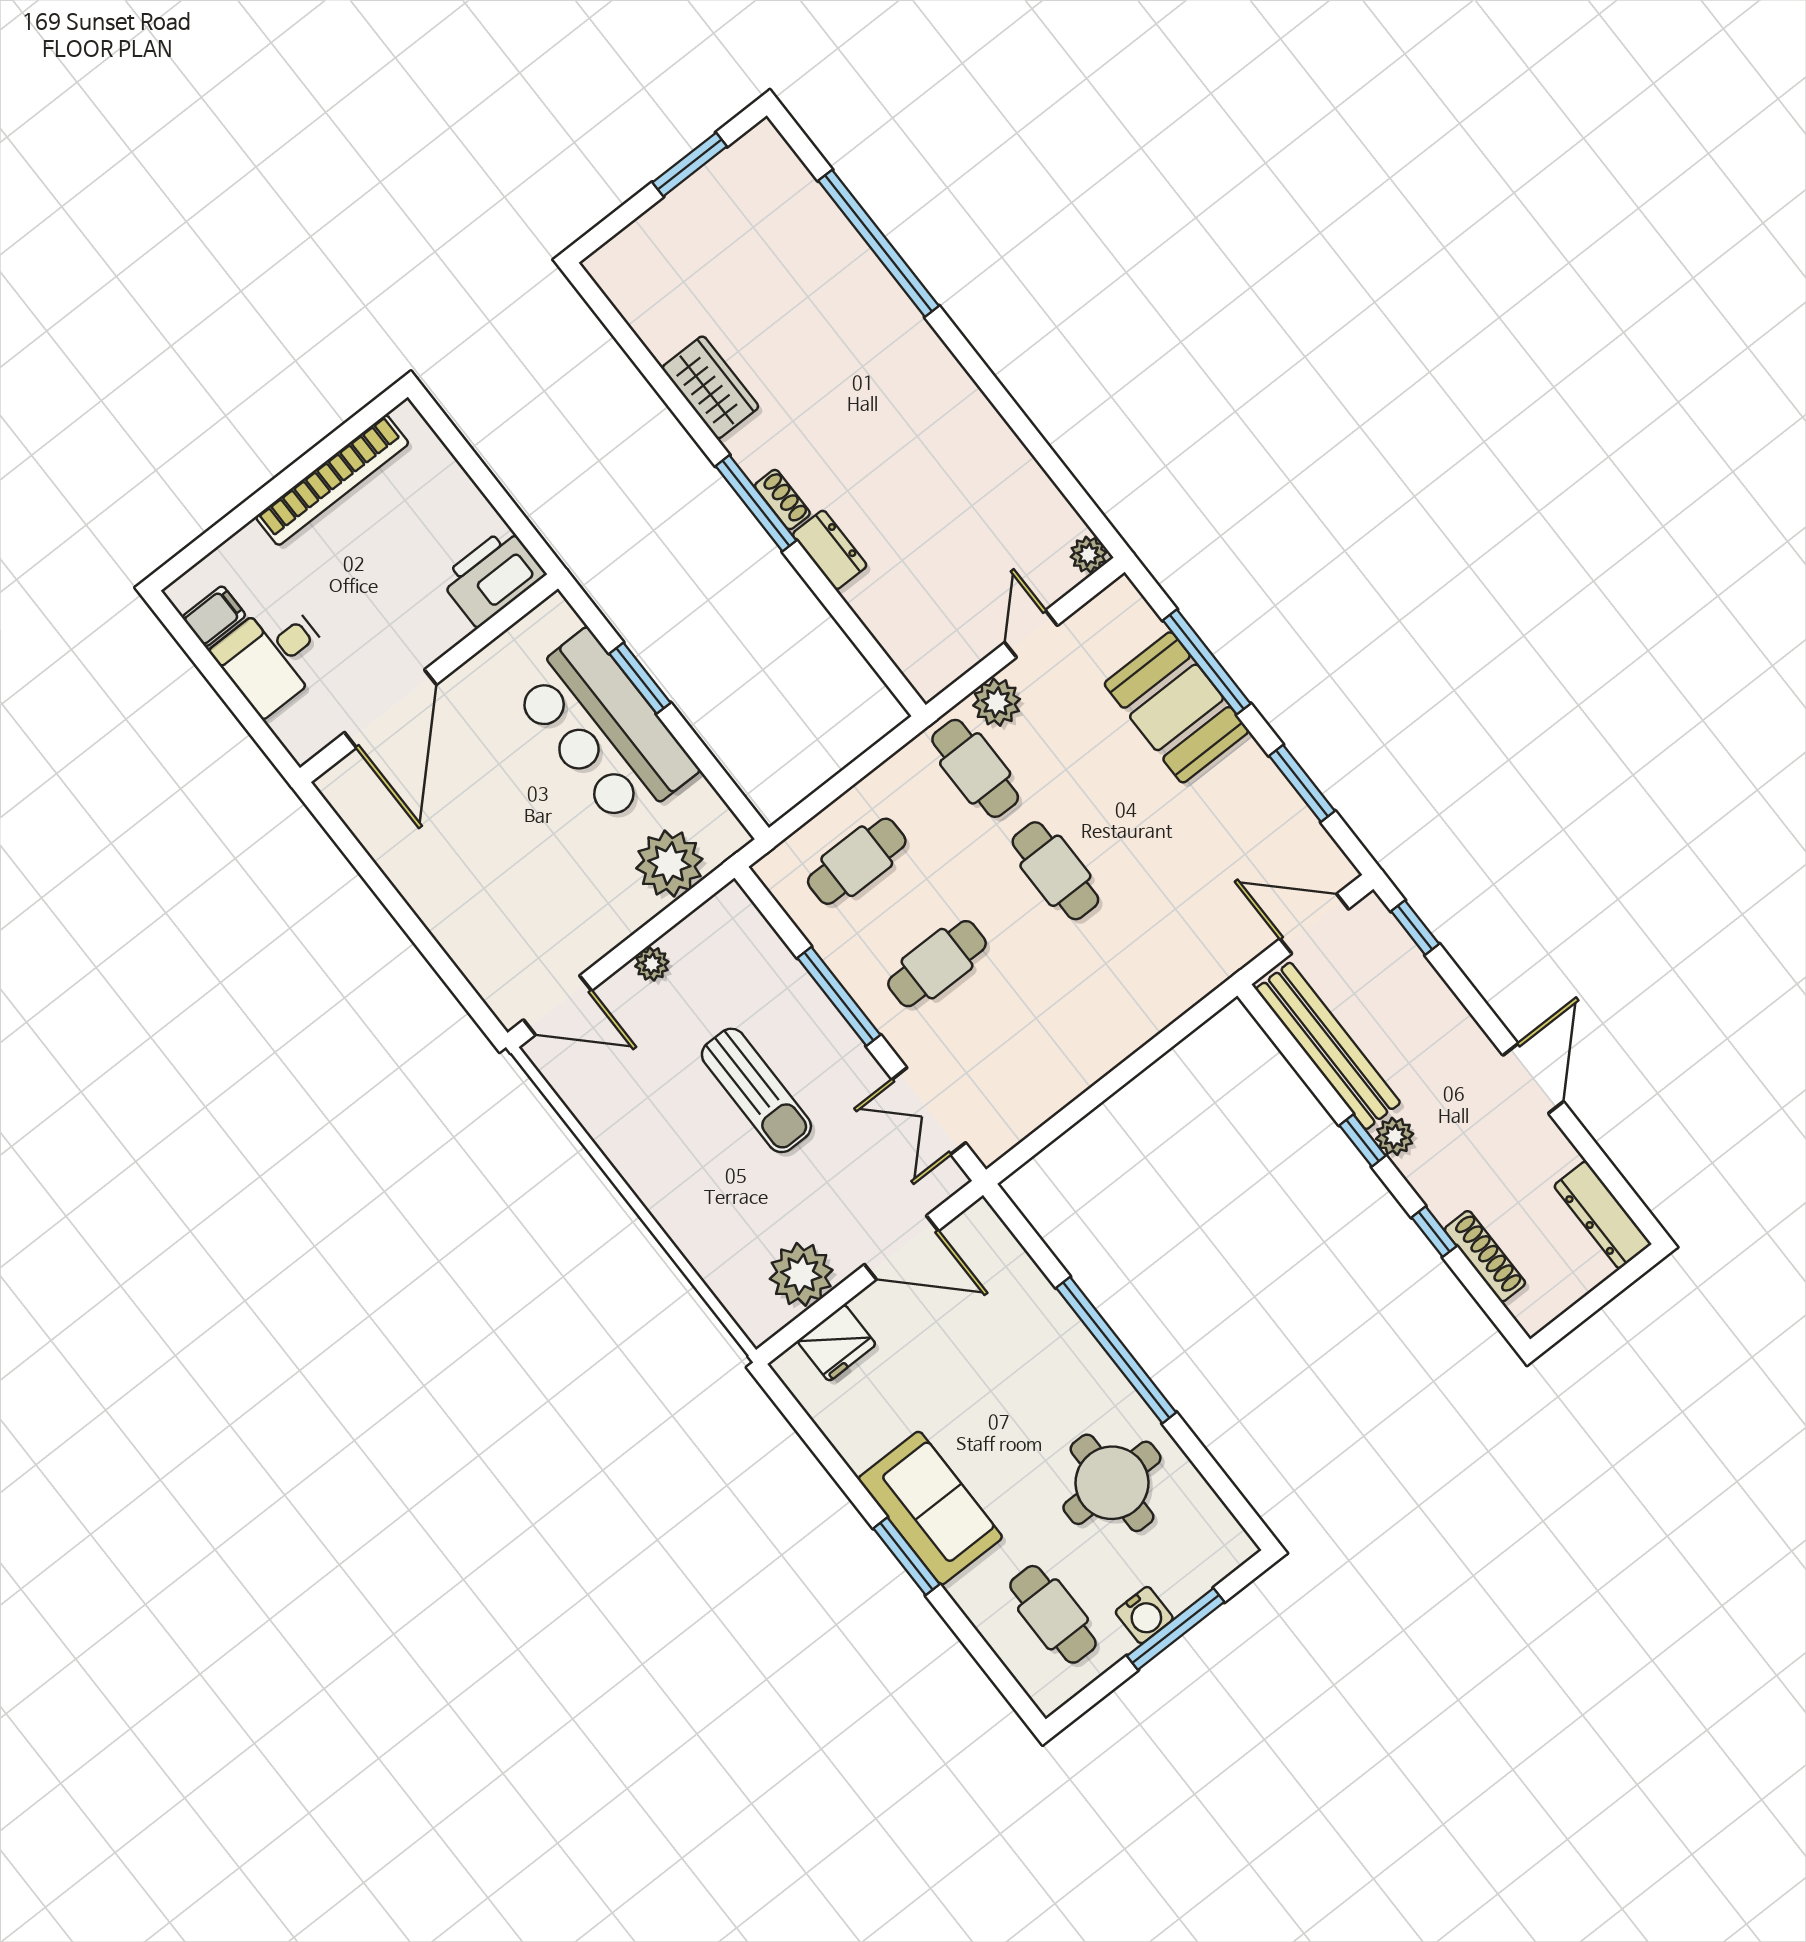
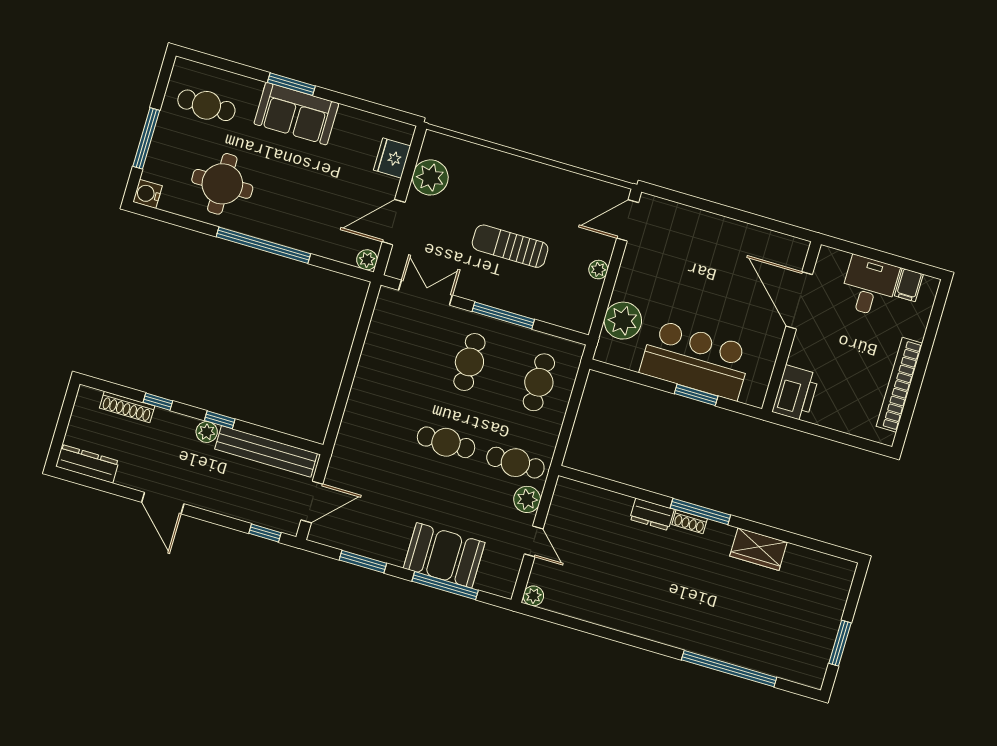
plant: (980, 1220) -> (367, 260), added
water cooler: (1144, 1615) -> (148, 194), moved

